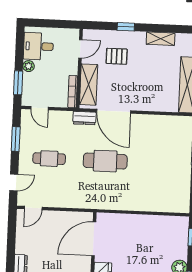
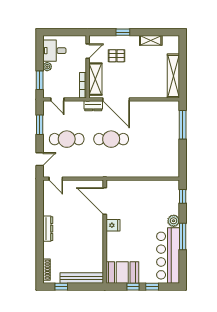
cafe table: (49, 159) -> (67, 139), width x1.37, depth x1.35
door: (33, 208) -> (56, 179), hinge flipped
door: (94, 239) -> (105, 201), hinge flipped

